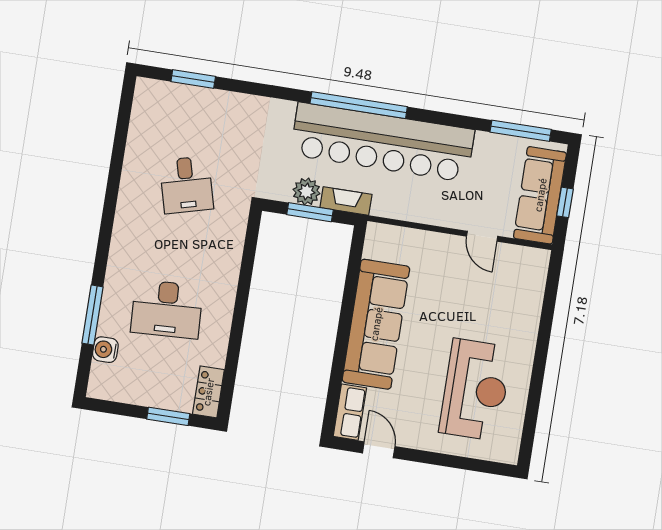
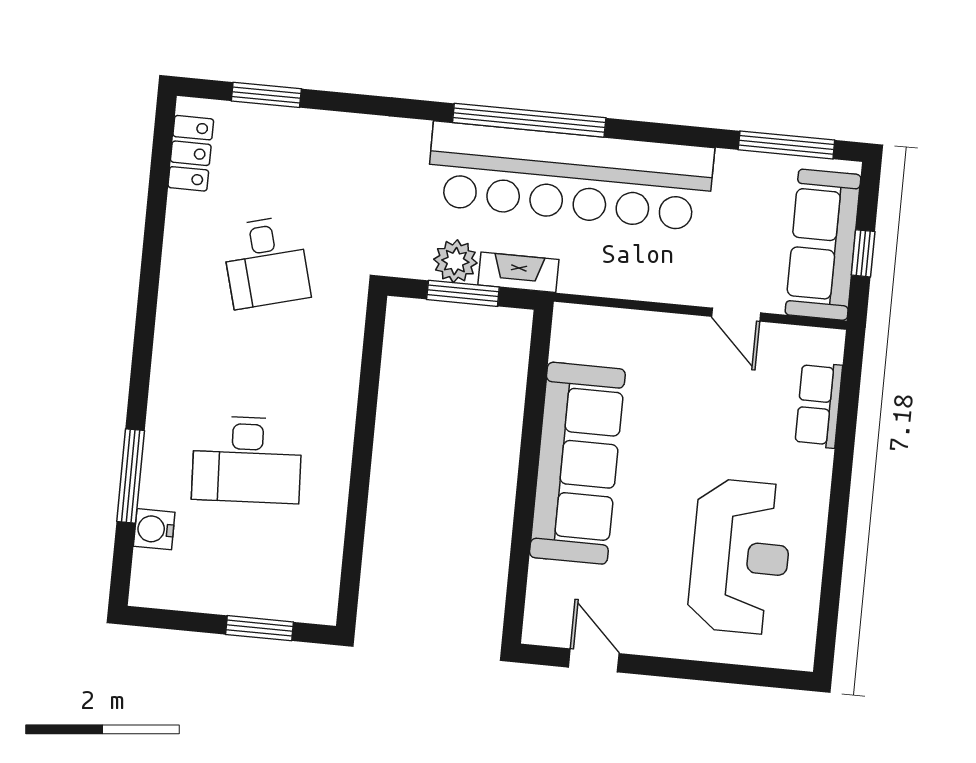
locker: (208, 392) -> (191, 153), moved, turned 180
row of seats: (350, 412) -> (819, 405), moved, turned 180

